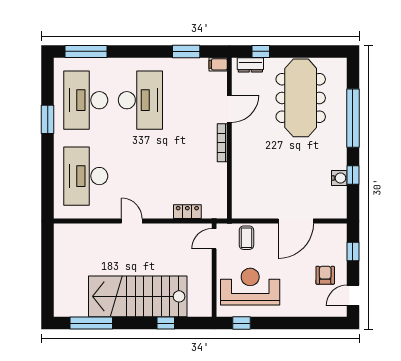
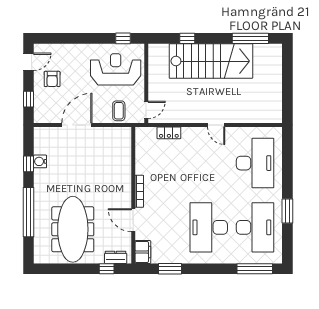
filing cabinet: (218, 64) -> (143, 252), width x2.00
door: (229, 109) -> (133, 220), hinge flipped
reception desk: (250, 287) -> (116, 69), turned 180

